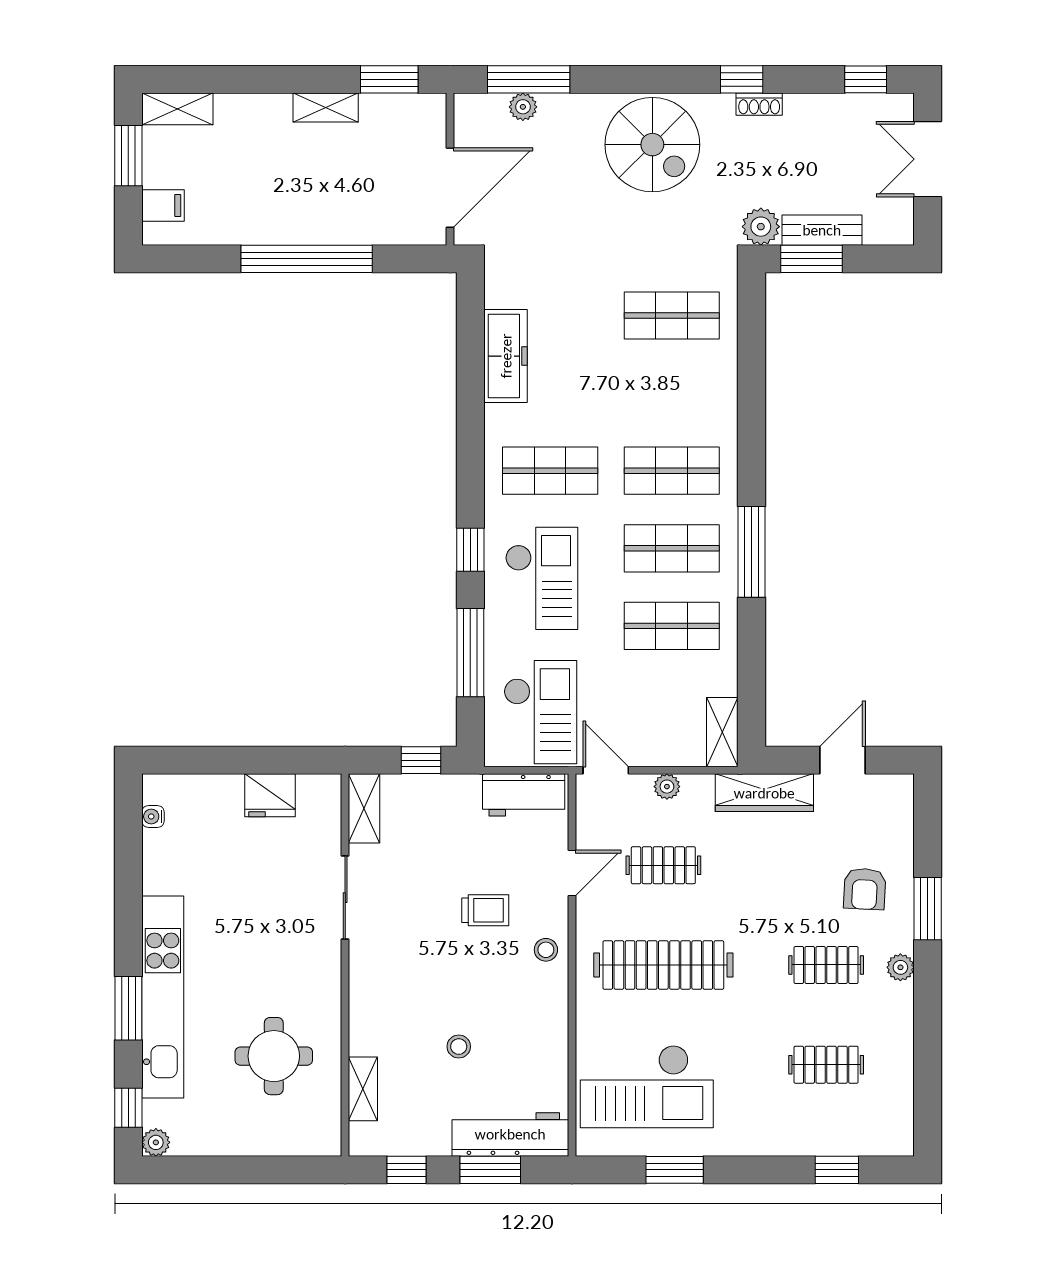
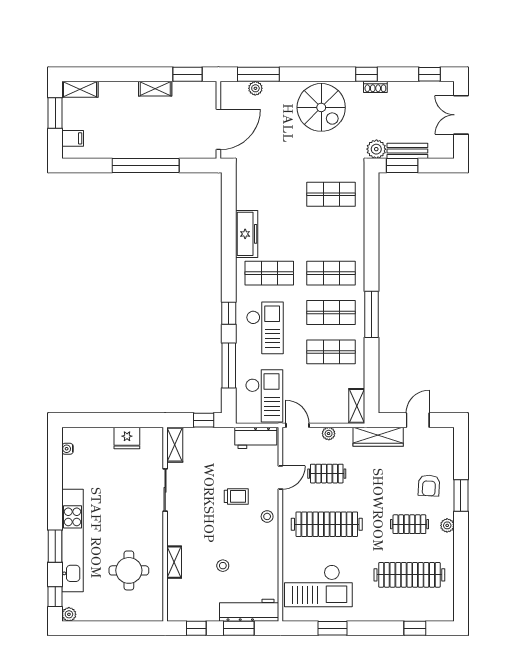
freezer: (506, 356) -> (247, 234), moved
clothes rail: (826, 1065) -> (409, 575), width x1.86, depth x1.31
shelving: (363, 1089) -> (174, 562), moved

